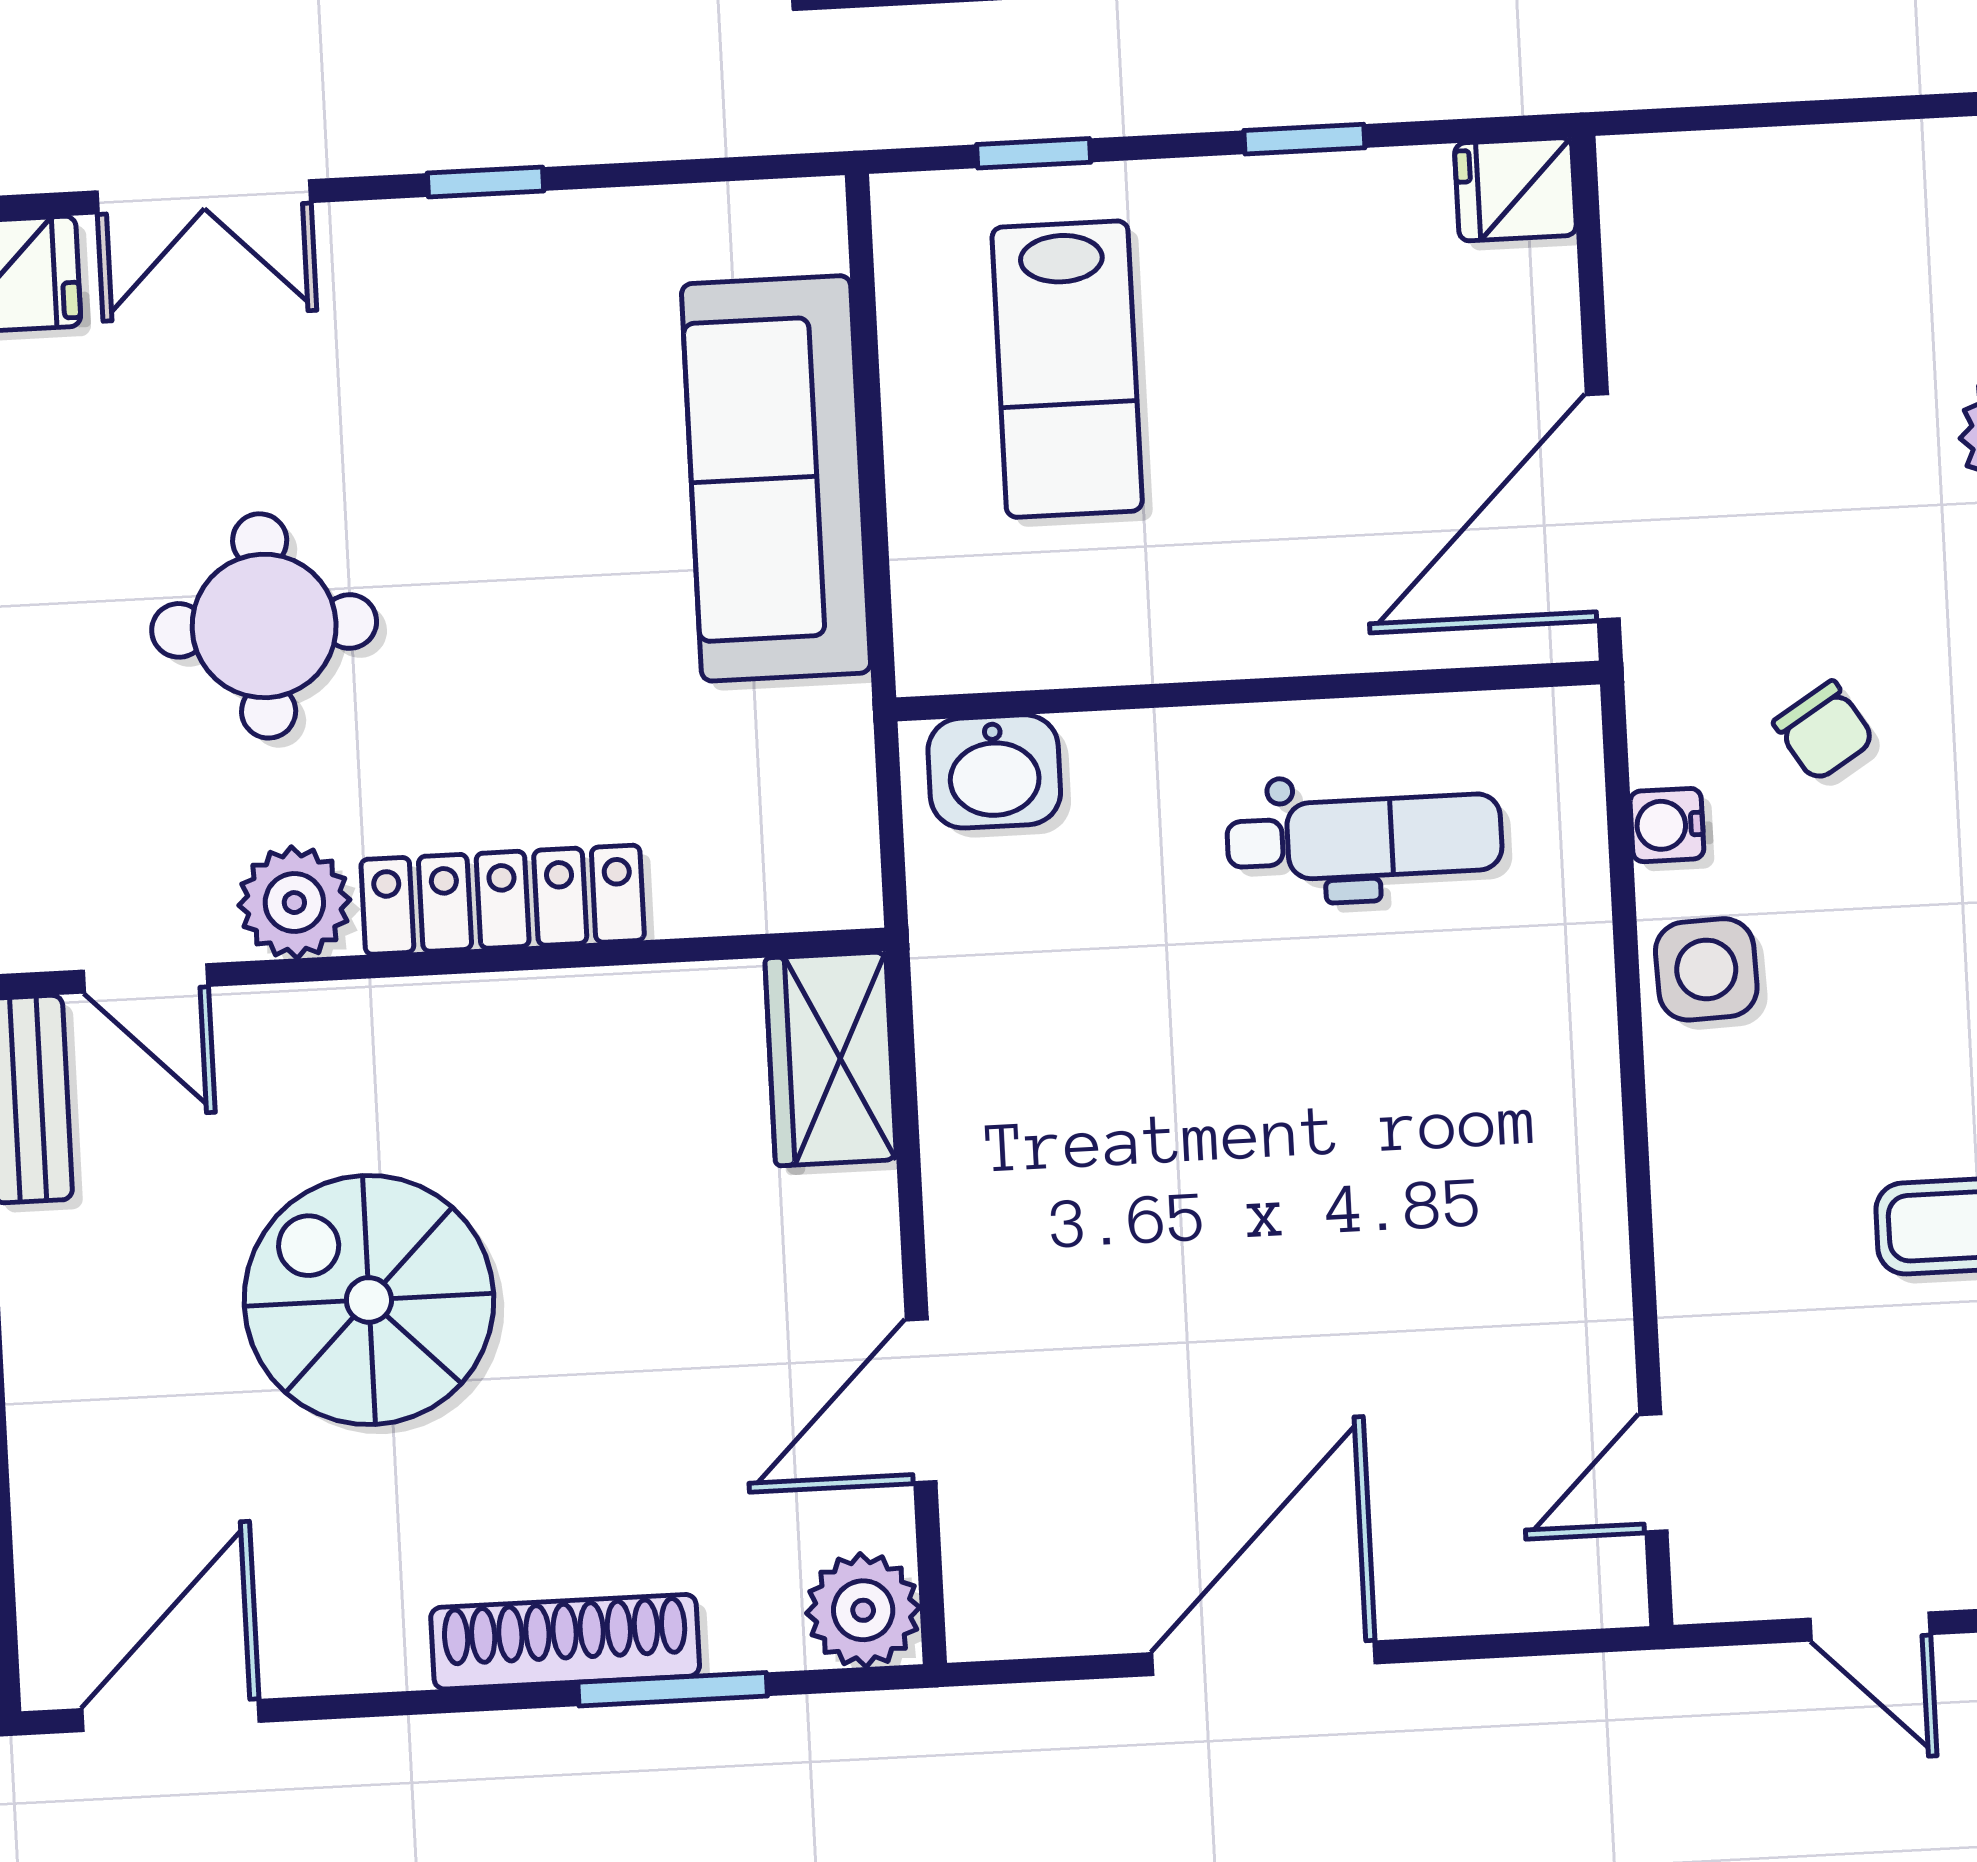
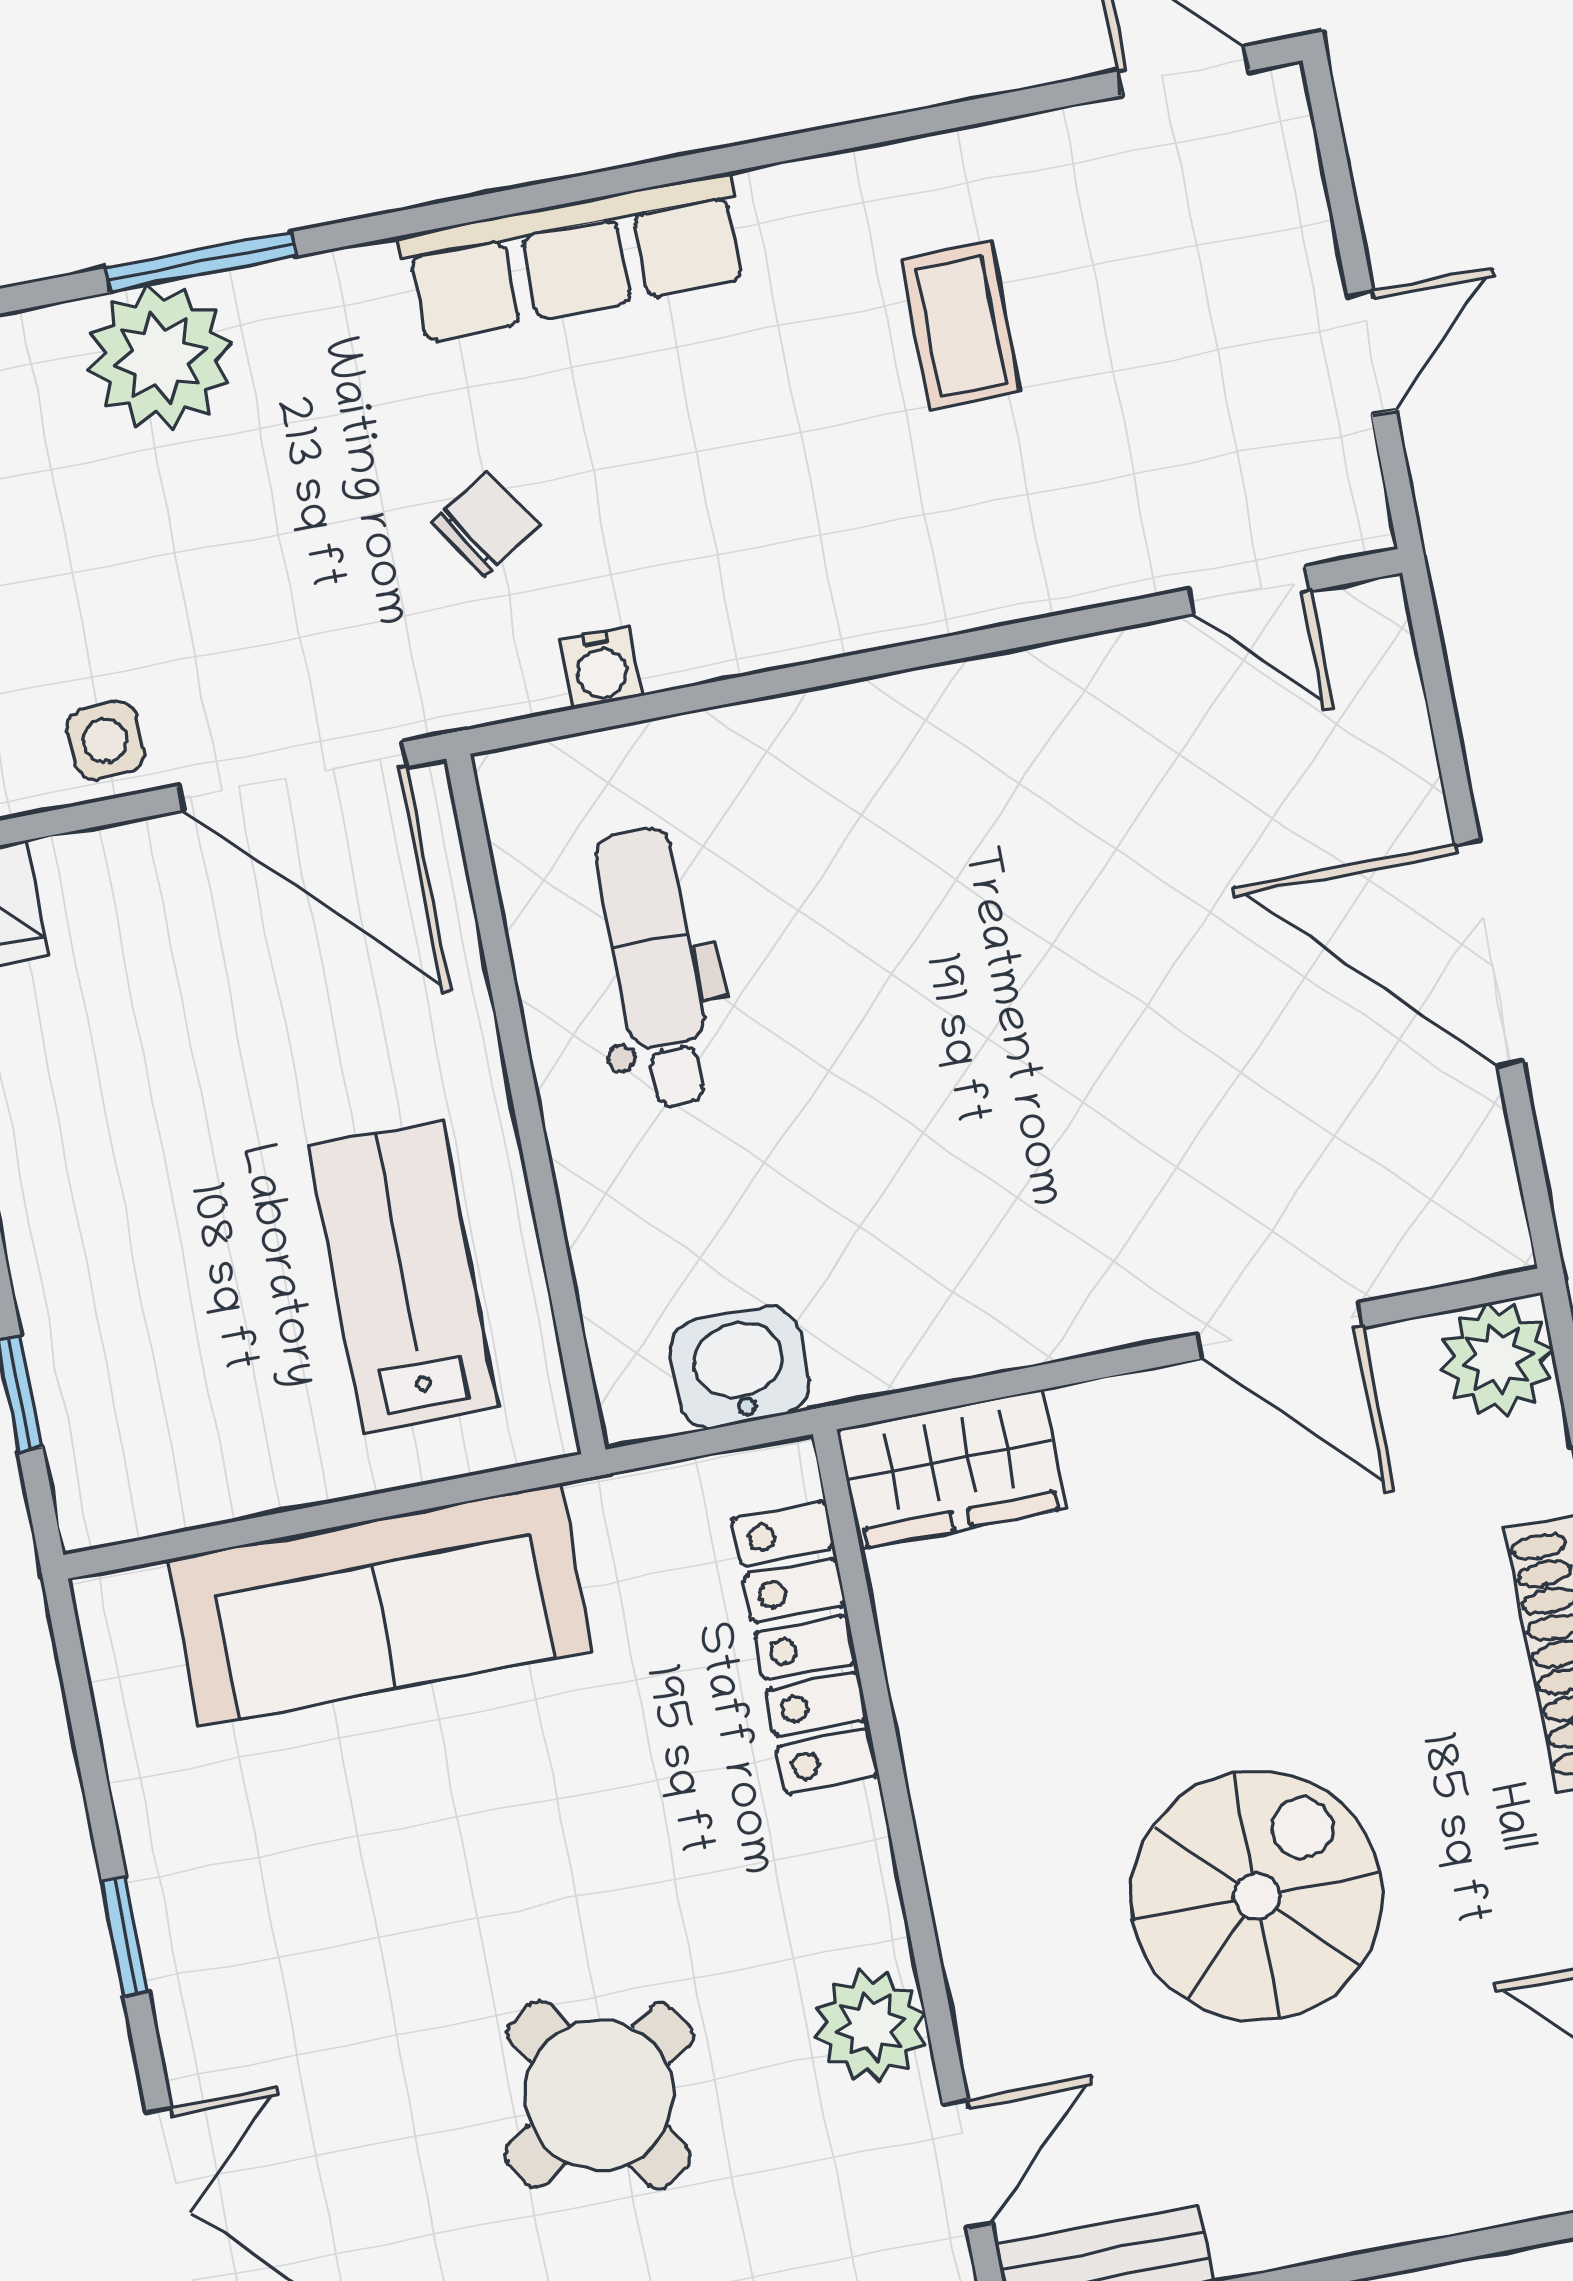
lab bench: (1067, 369) -> (403, 1277), moved, turned -90
round table: (264, 626) -> (599, 2095), turned -33
washbasin: (994, 771) -> (739, 1367), moved, turned -90
locker: (503, 900) -> (805, 1647), moved
side table: (1706, 969) -> (106, 740), moved, width x0.73, depth x0.73
spiral stairs: (369, 1300) -> (1257, 1896), turned 180

